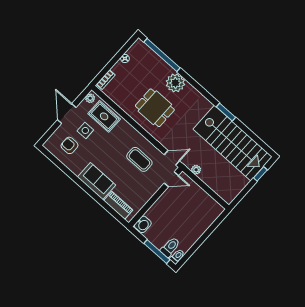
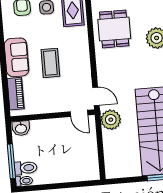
dining table: (155, 108) -> (114, 29), moved
coffee table: (139, 159) -> (50, 63), moved
plant: (196, 170) -> (111, 120), width x1.88, depth x1.88

